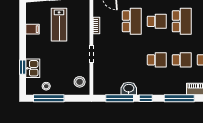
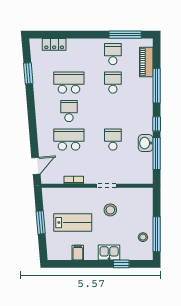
school desk: (157, 60) -> (113, 140), moved
kitchen sink: (33, 68) -> (109, 252), moved
stool: (80, 82) -> (110, 210), moved

